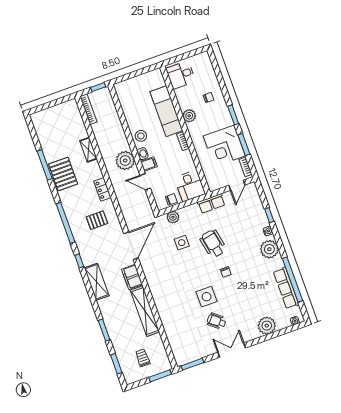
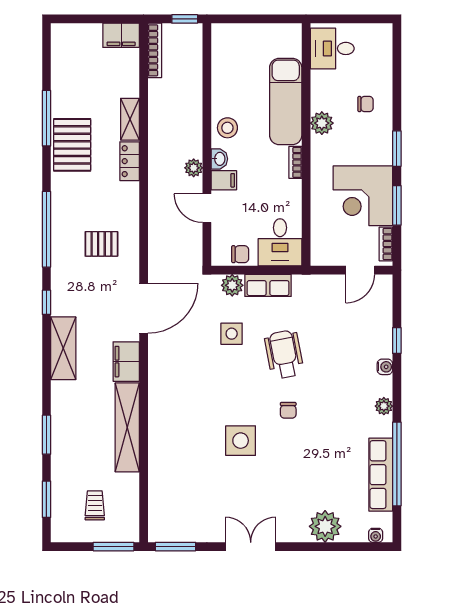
filing cabinet: (68, 108) -> (121, 35), added
plant: (125, 161) -> (194, 168), width x0.53, depth x0.53
locker: (102, 189) -> (130, 161), moved
row of seats: (211, 203) -> (268, 285), moved
plant: (269, 249) -> (384, 406), width x0.53, depth x0.53
wheelchair: (216, 321) -> (243, 488), removed

